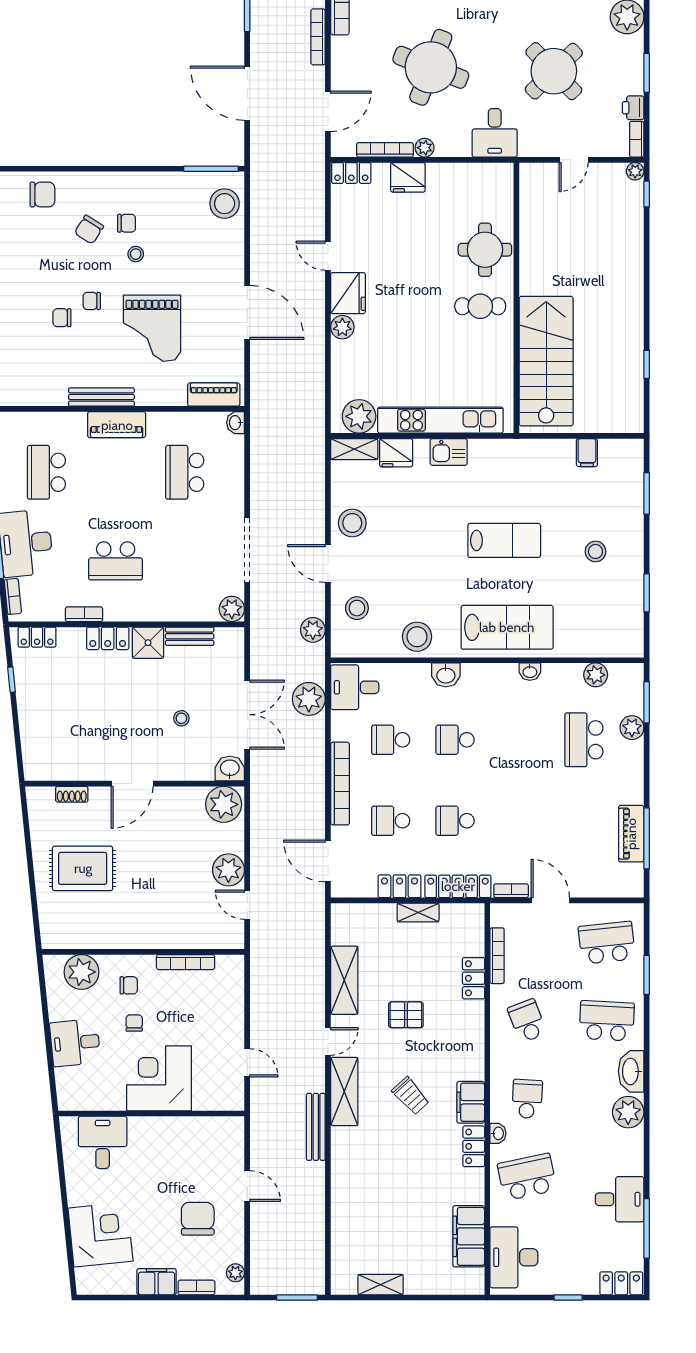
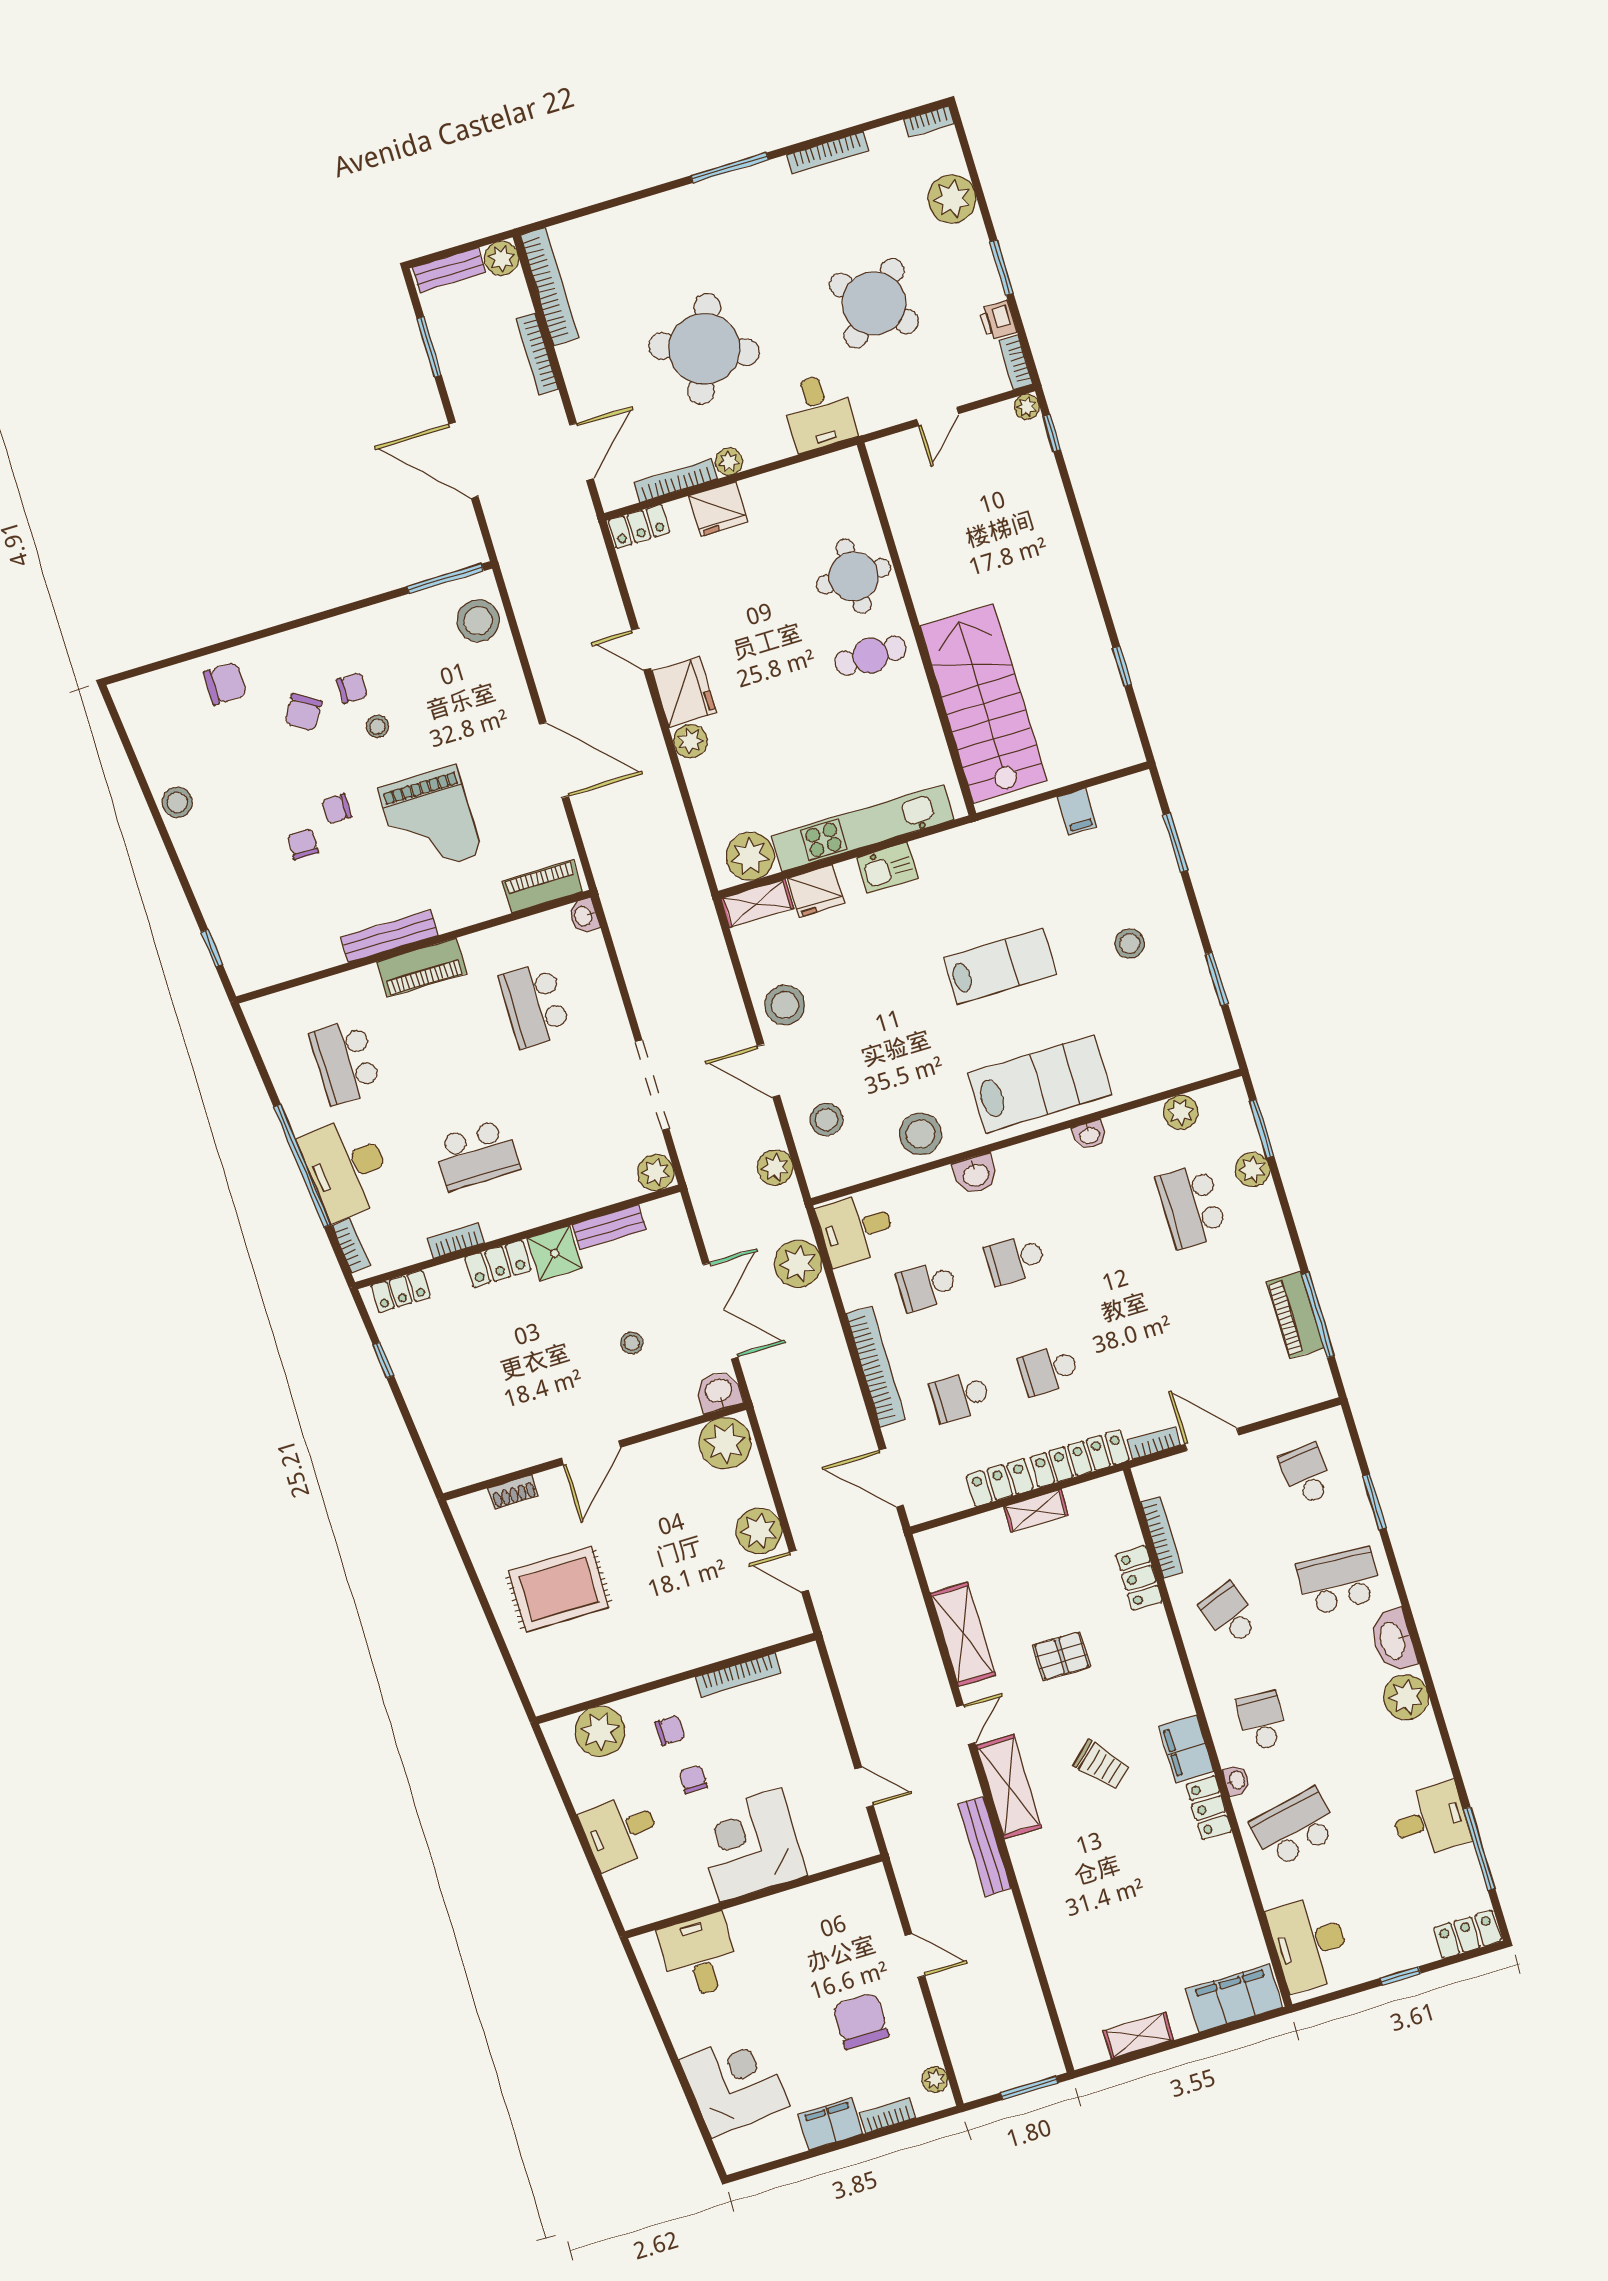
chair: (62, 318) -> (303, 844), turned 90
school desk: (607, 943) -> (1307, 1474), width x0.54
filing cabinet: (469, 1236) -> (1234, 1998), moved, turned 90

